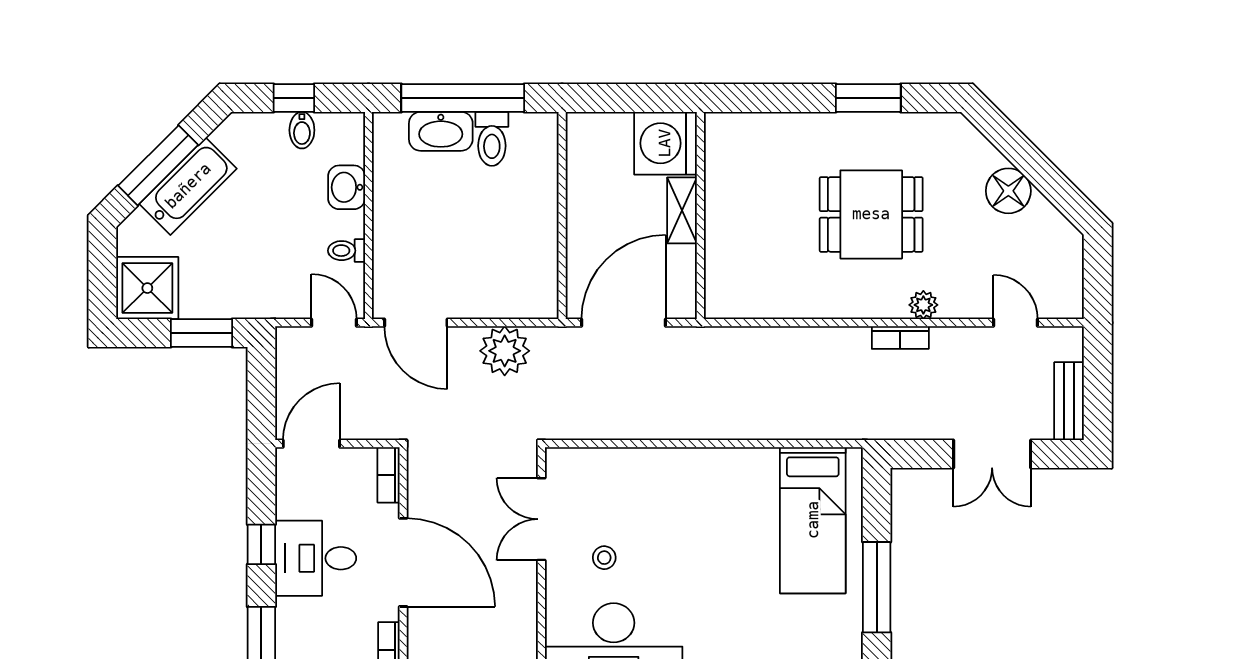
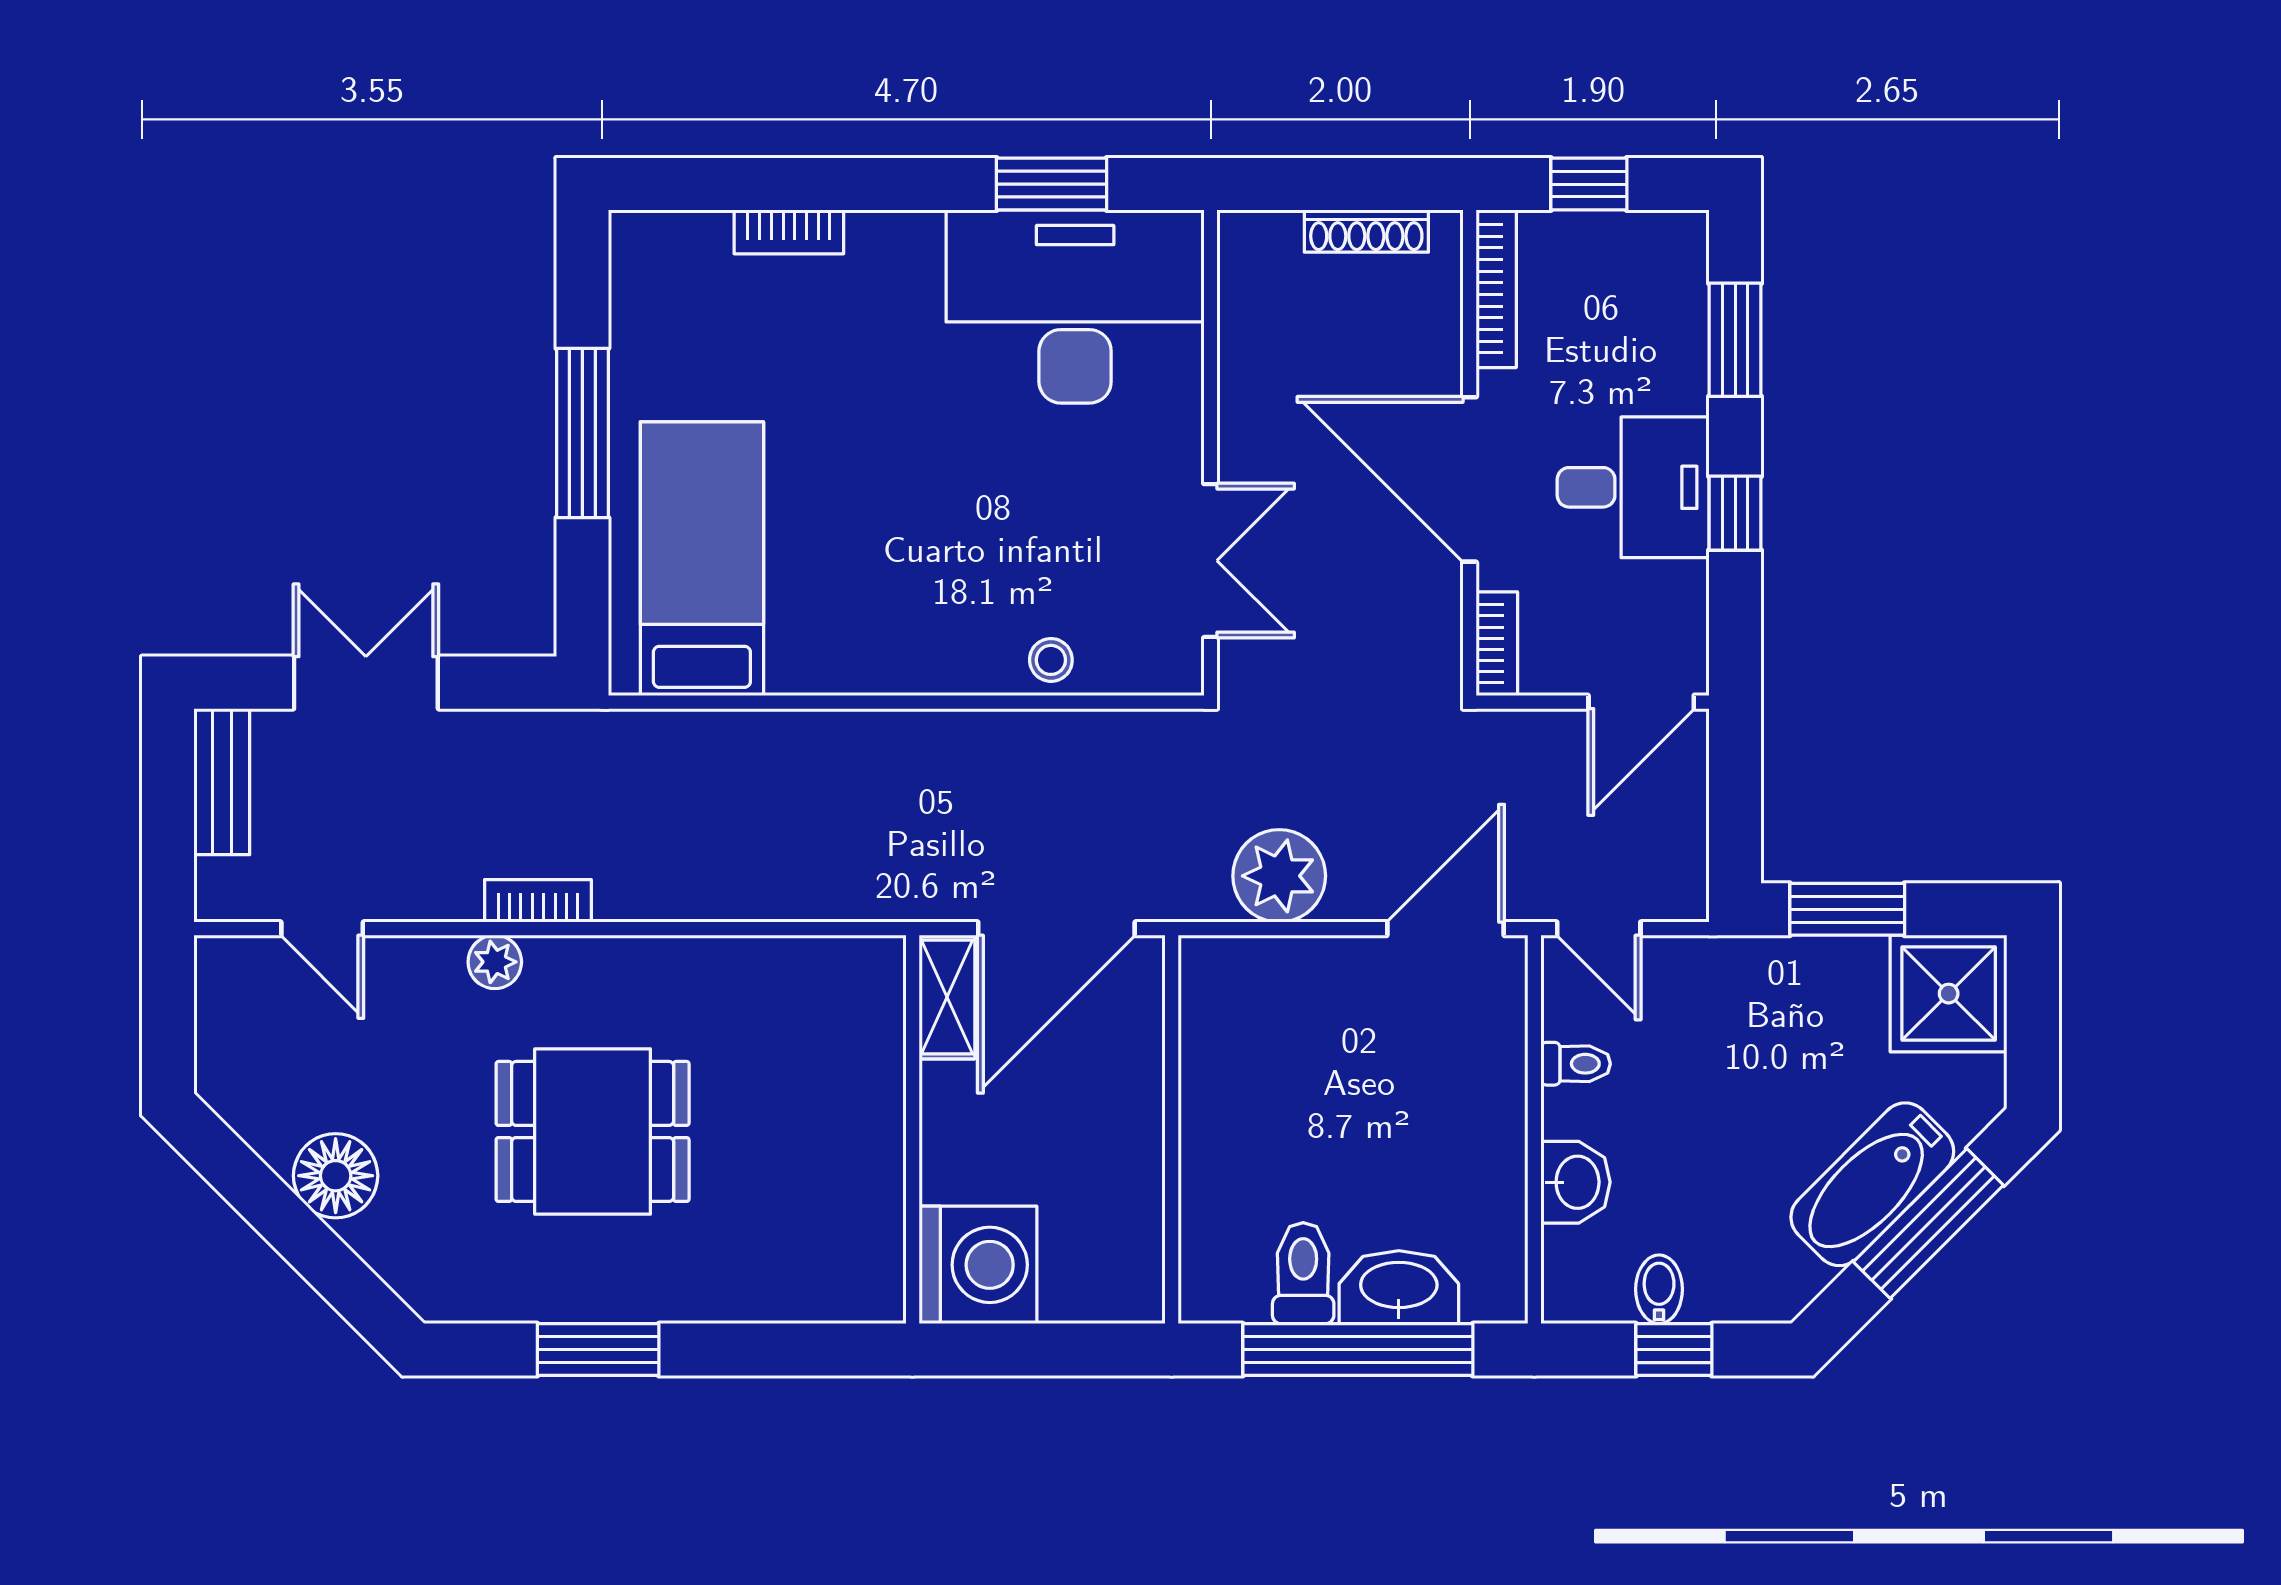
shelving: (682, 210) -> (947, 997), moved
door: (416, 323) -> (1446, 929), hinge flipped
stool: (604, 558) -> (1051, 660), moved

